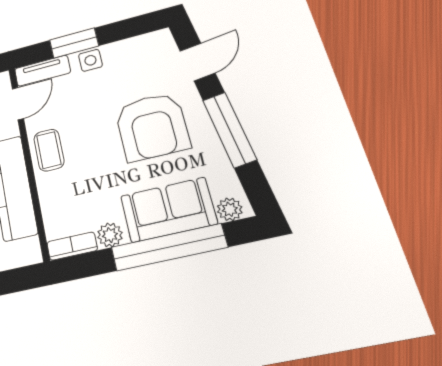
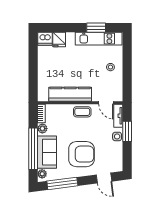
armchair: (152, 127) -> (81, 154), turned 180
window: (229, 130) -> (62, 183), moved

